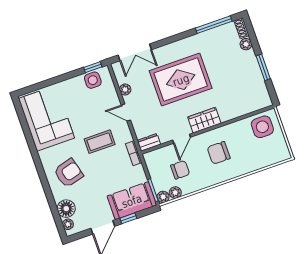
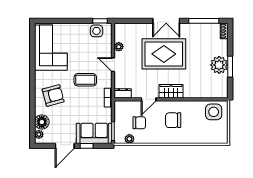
plant: (246, 44) -> (219, 65), moved, width x1.87, depth x1.87
double door: (135, 52) -> (166, 21), moved
plant: (163, 197) -> (119, 139), removed

